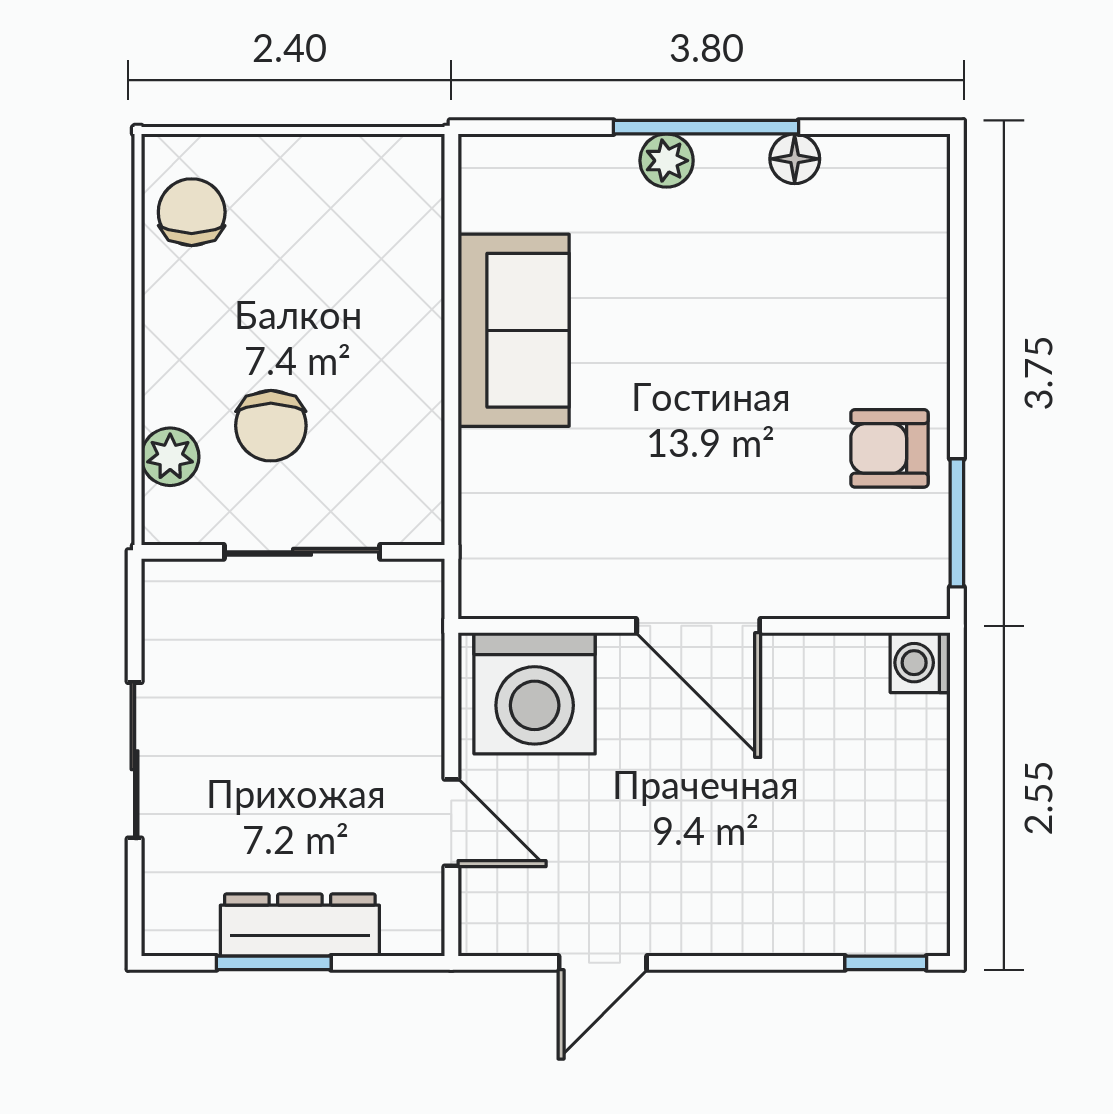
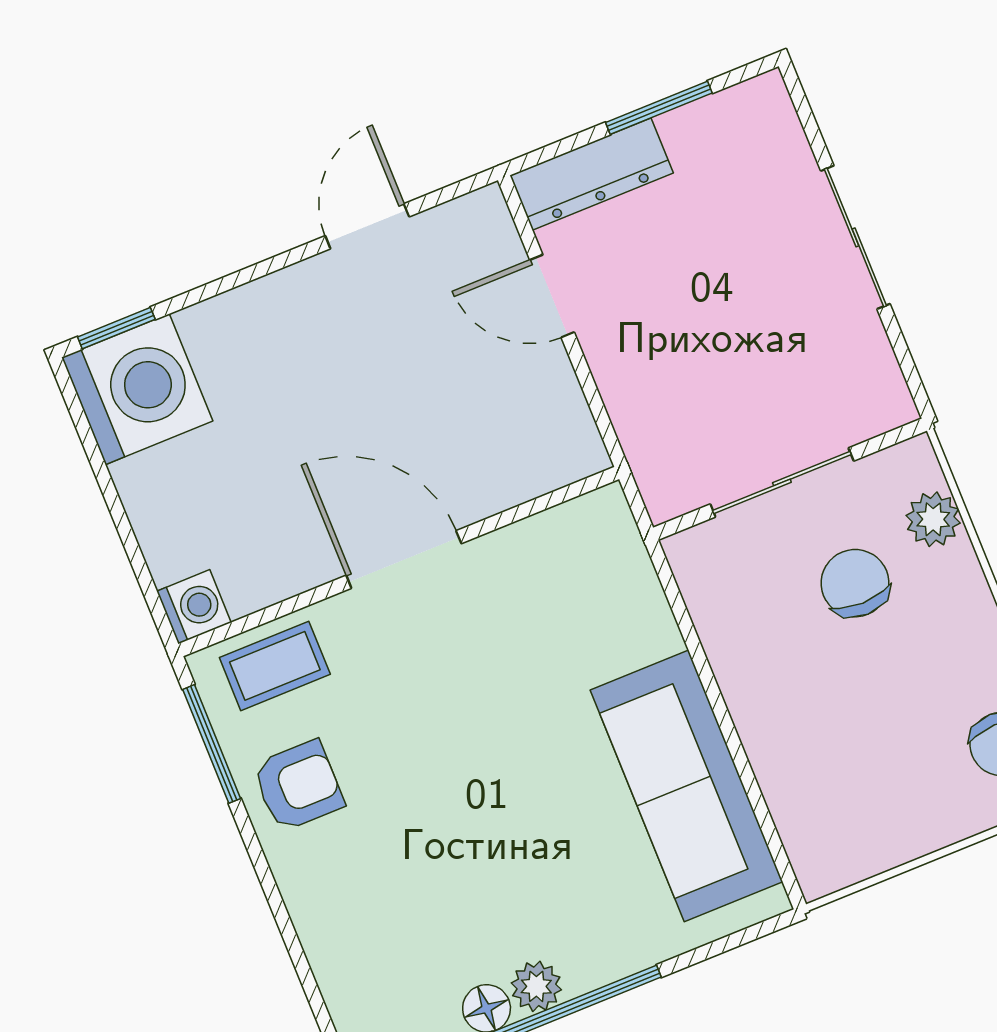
plant: (667, 161) -> (536, 986), moved
sofa: (514, 330) -> (687, 786), width x1.36
coffee table: (865, 574) -> (275, 666), added
washing machine: (535, 693) -> (137, 389), moved, turned 90
dresser: (300, 925) -> (592, 174), moved

